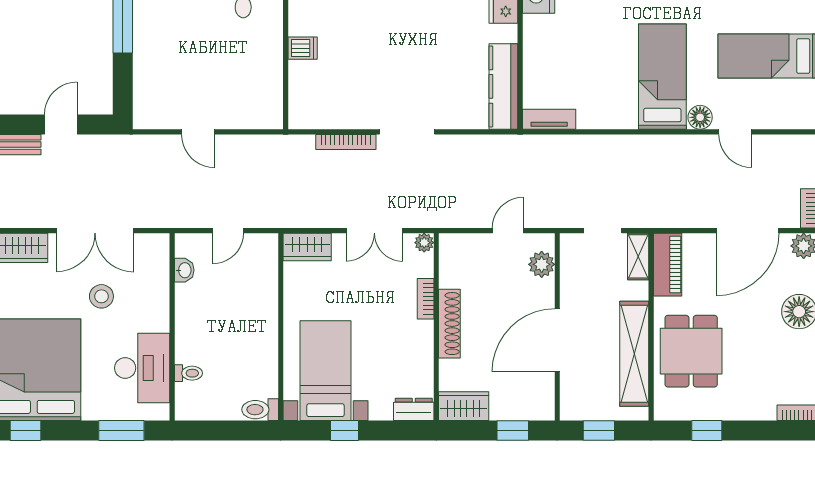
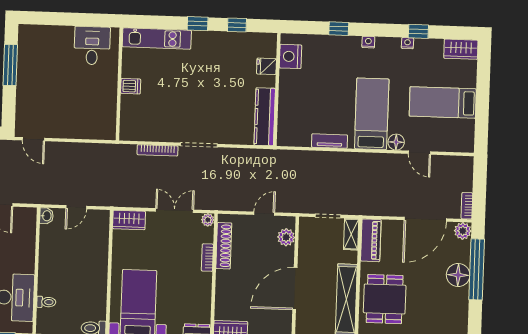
tv unit: (549, 119) -> (330, 141), moved
door: (198, 132) -> (33, 139), moved
double door: (374, 231) -> (175, 211), swing flipped
washbasin: (184, 270) -> (46, 216), moved
shoe rack: (449, 324) -> (224, 246), moved

